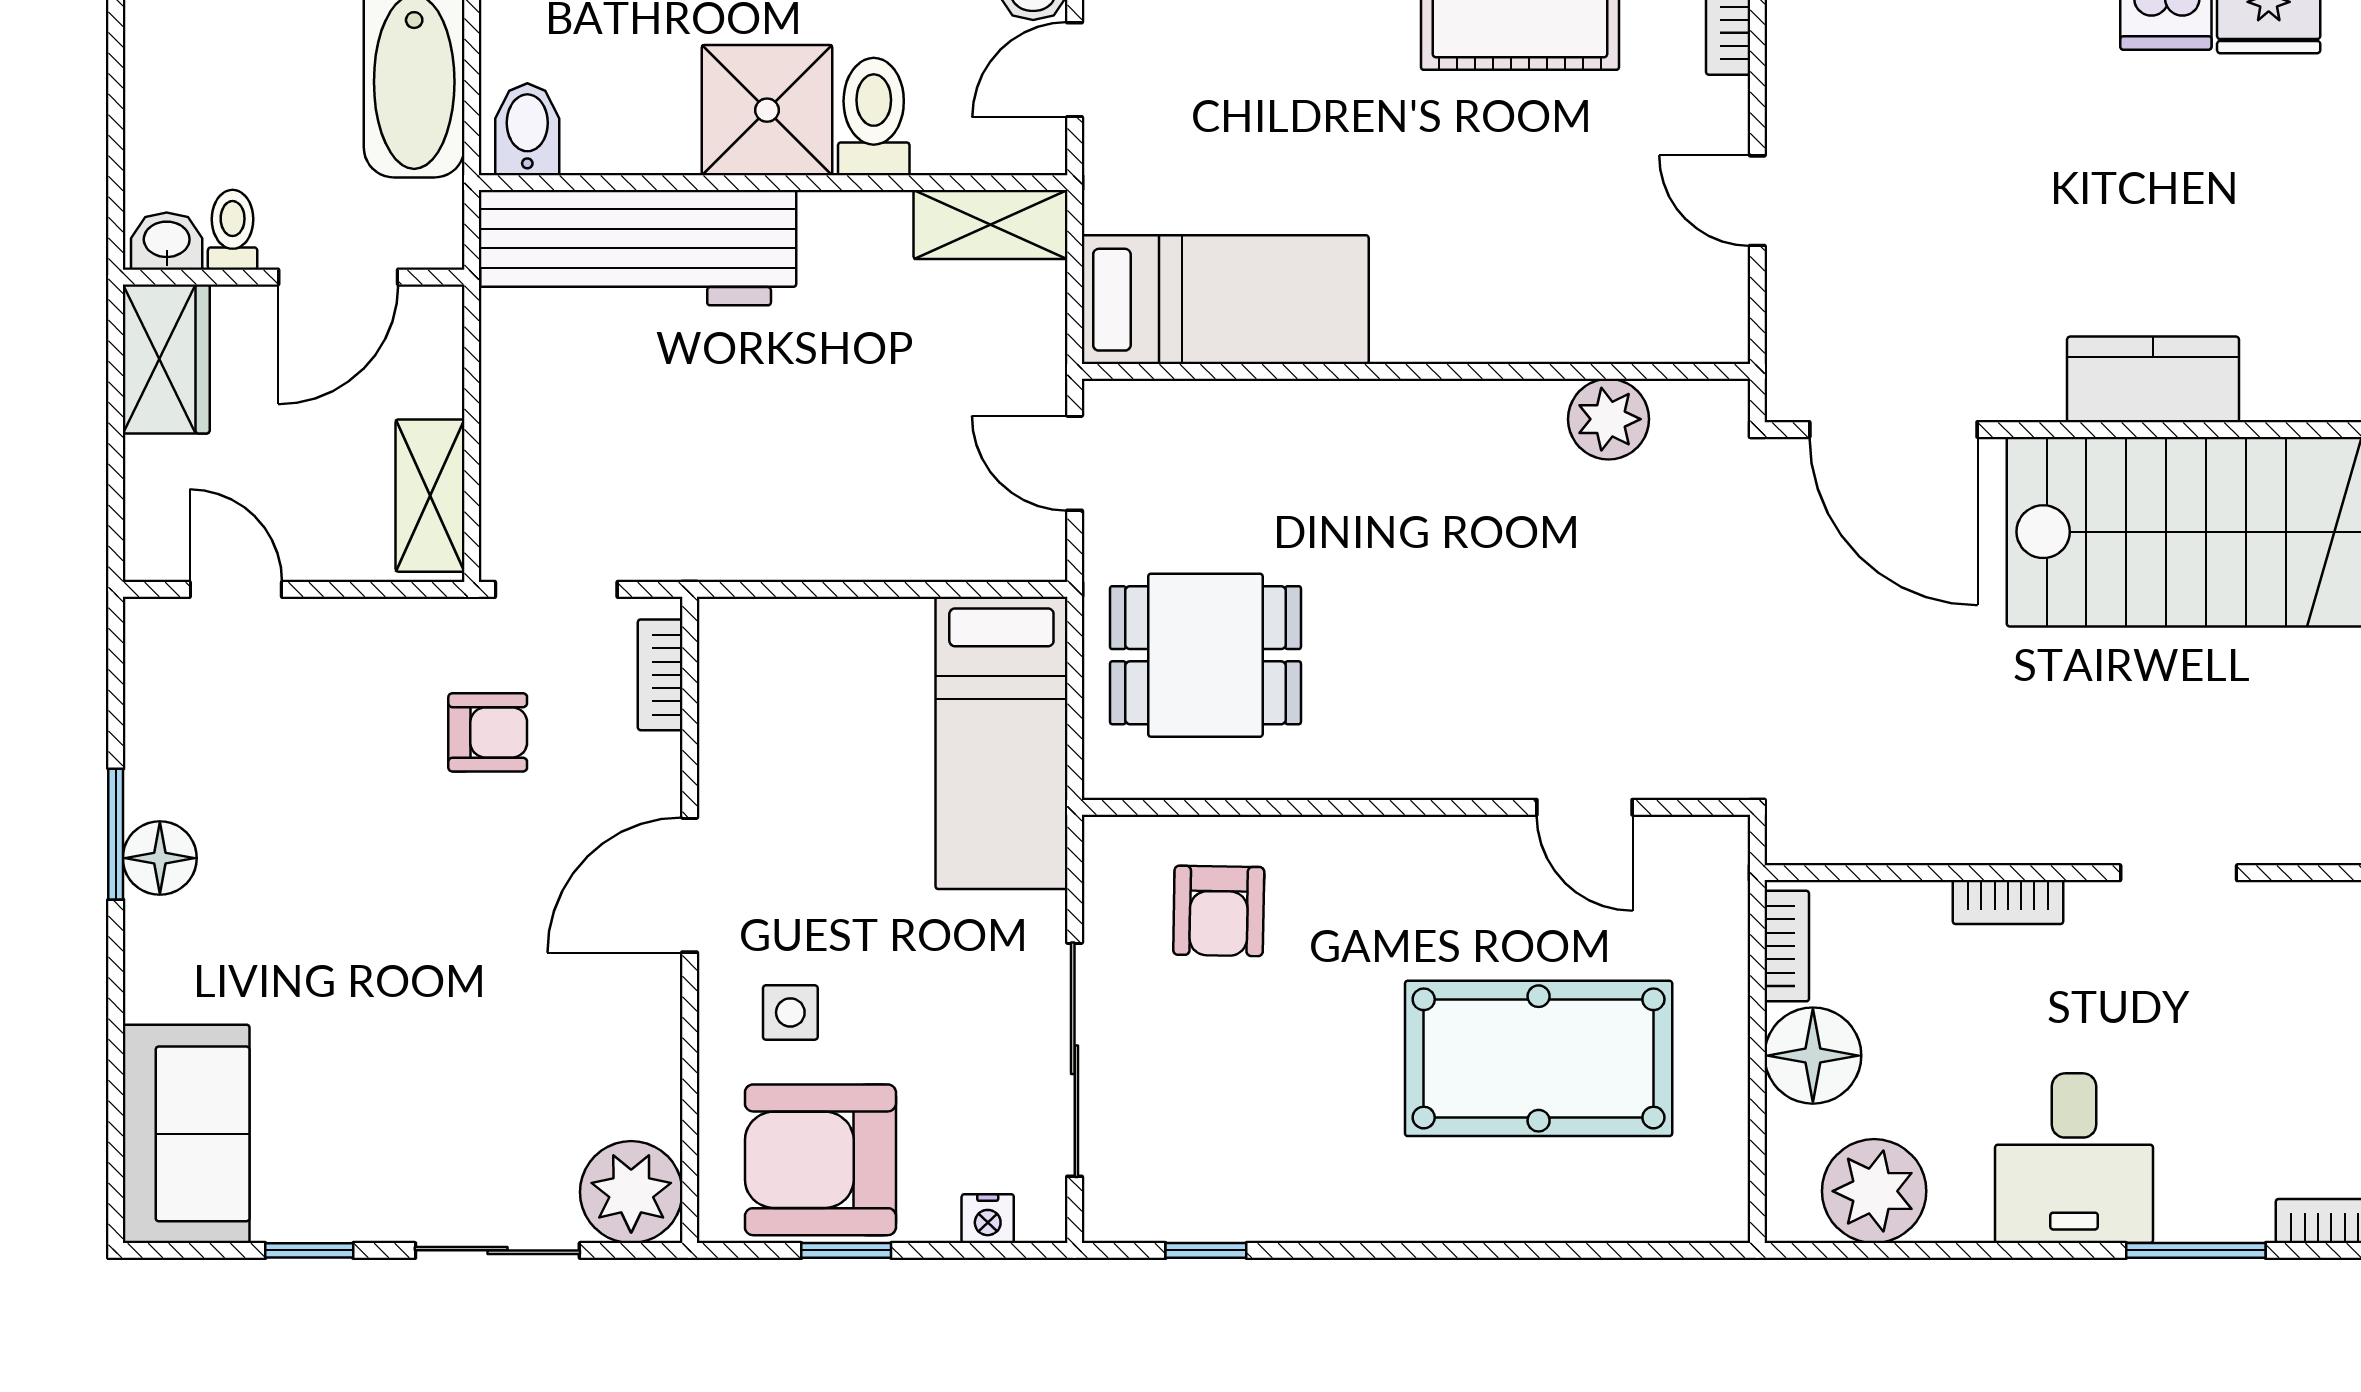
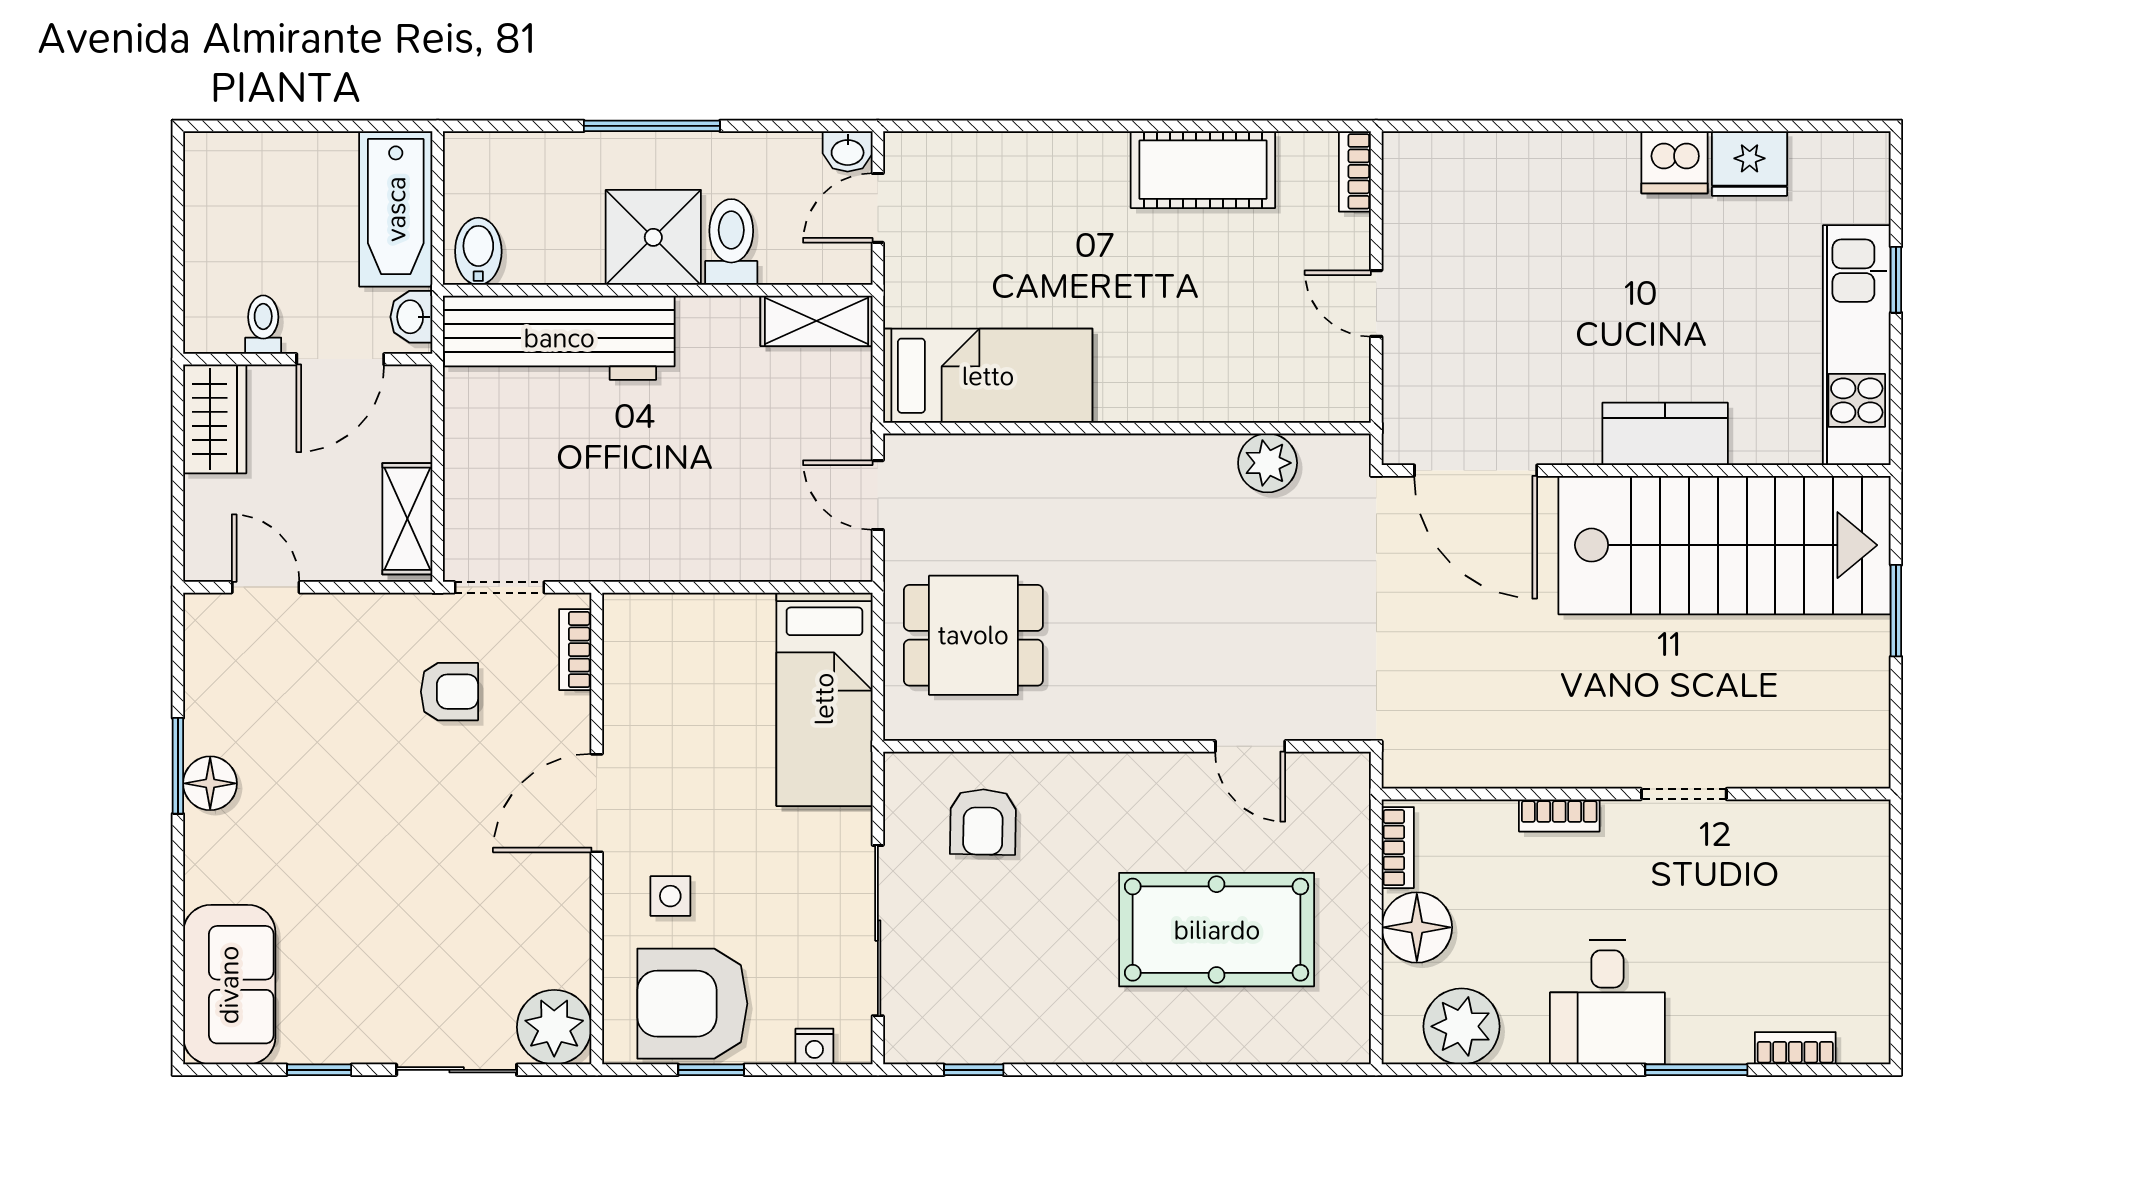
washbasin: (167, 241) -> (411, 317), moved, turned -90

